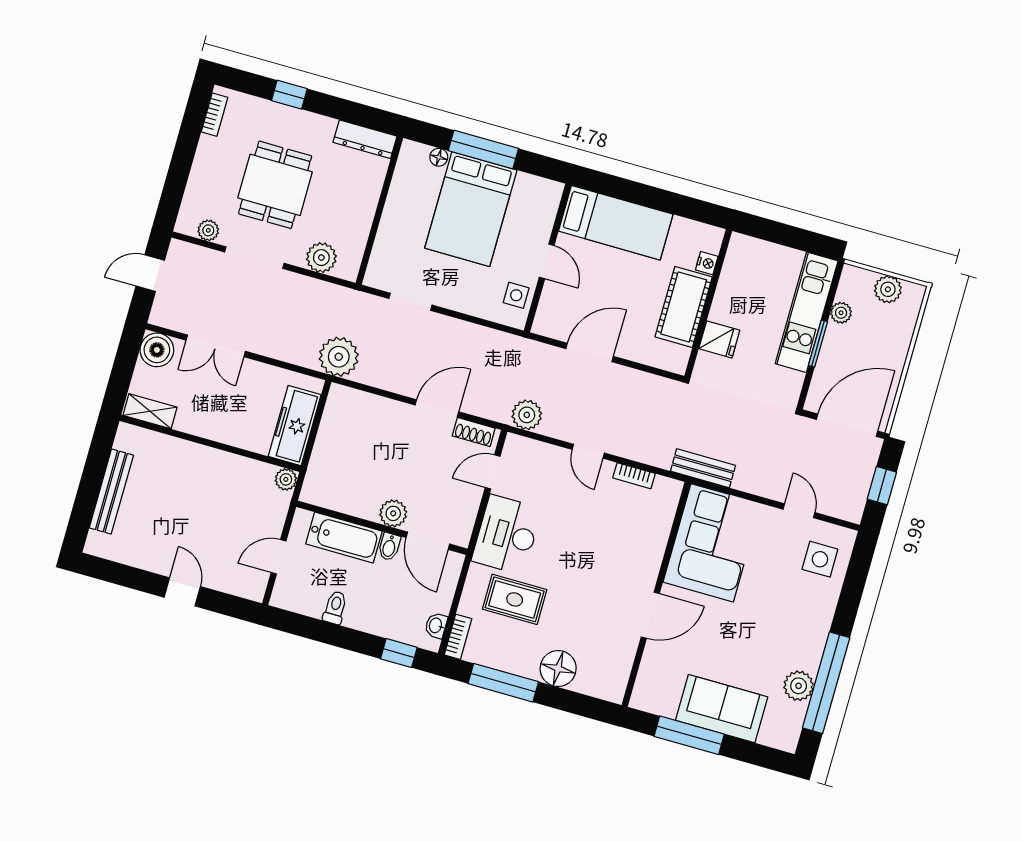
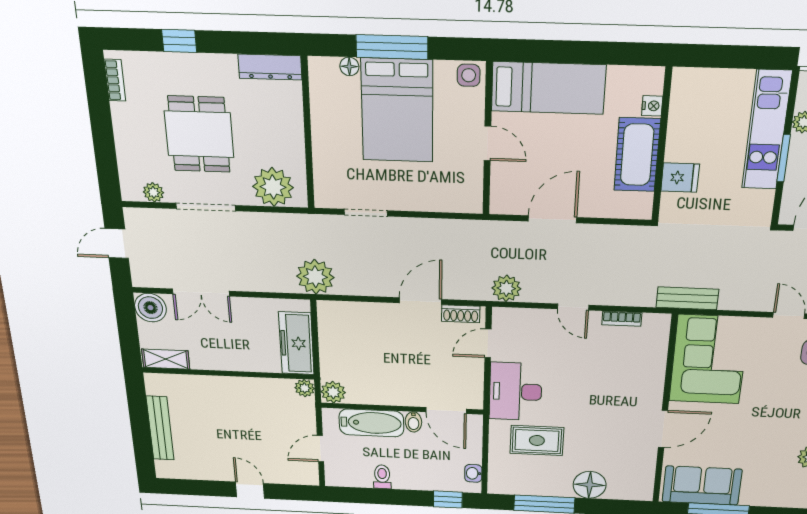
plant: (321, 258) -> (273, 187), width x1.36, depth x1.36
side table: (516, 295) -> (469, 75), moved
plant: (393, 513) -> (333, 392), moved
bookcase: (458, 637) -> (495, 478), removed
sofa: (722, 709) -> (702, 486), moved

